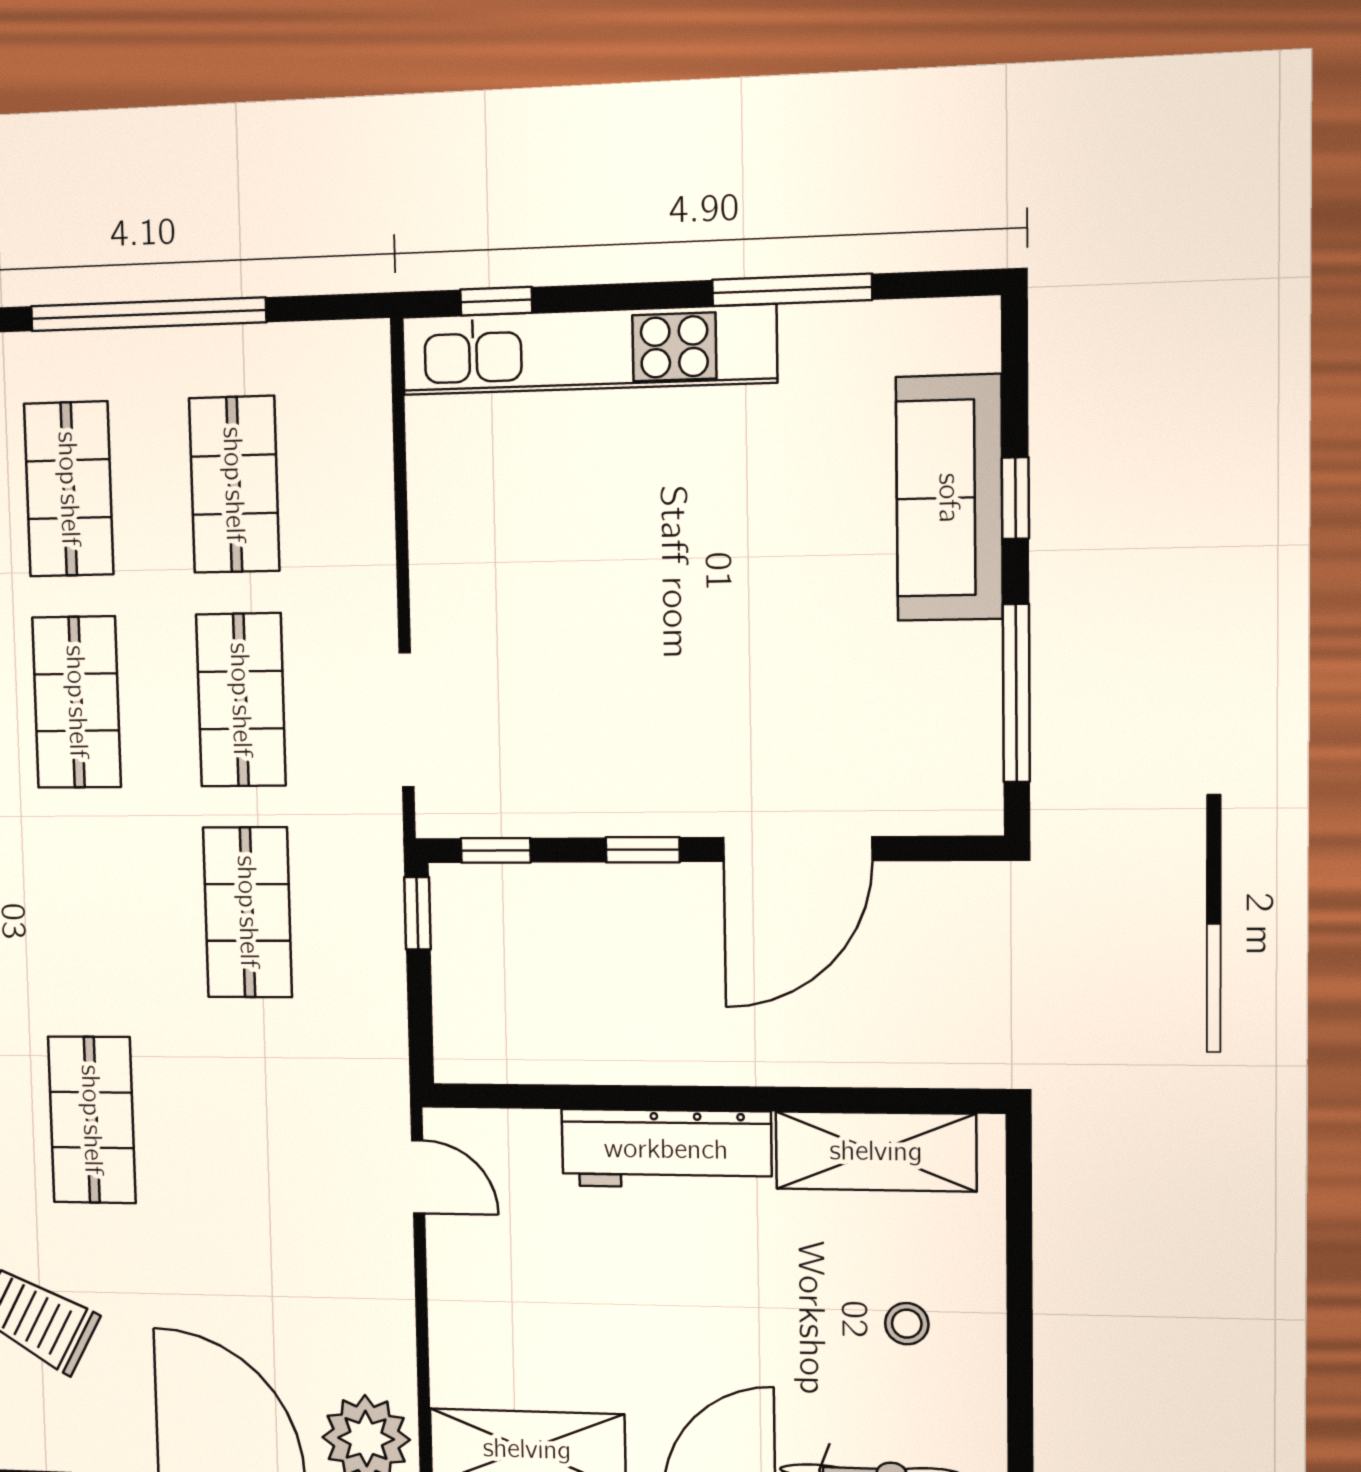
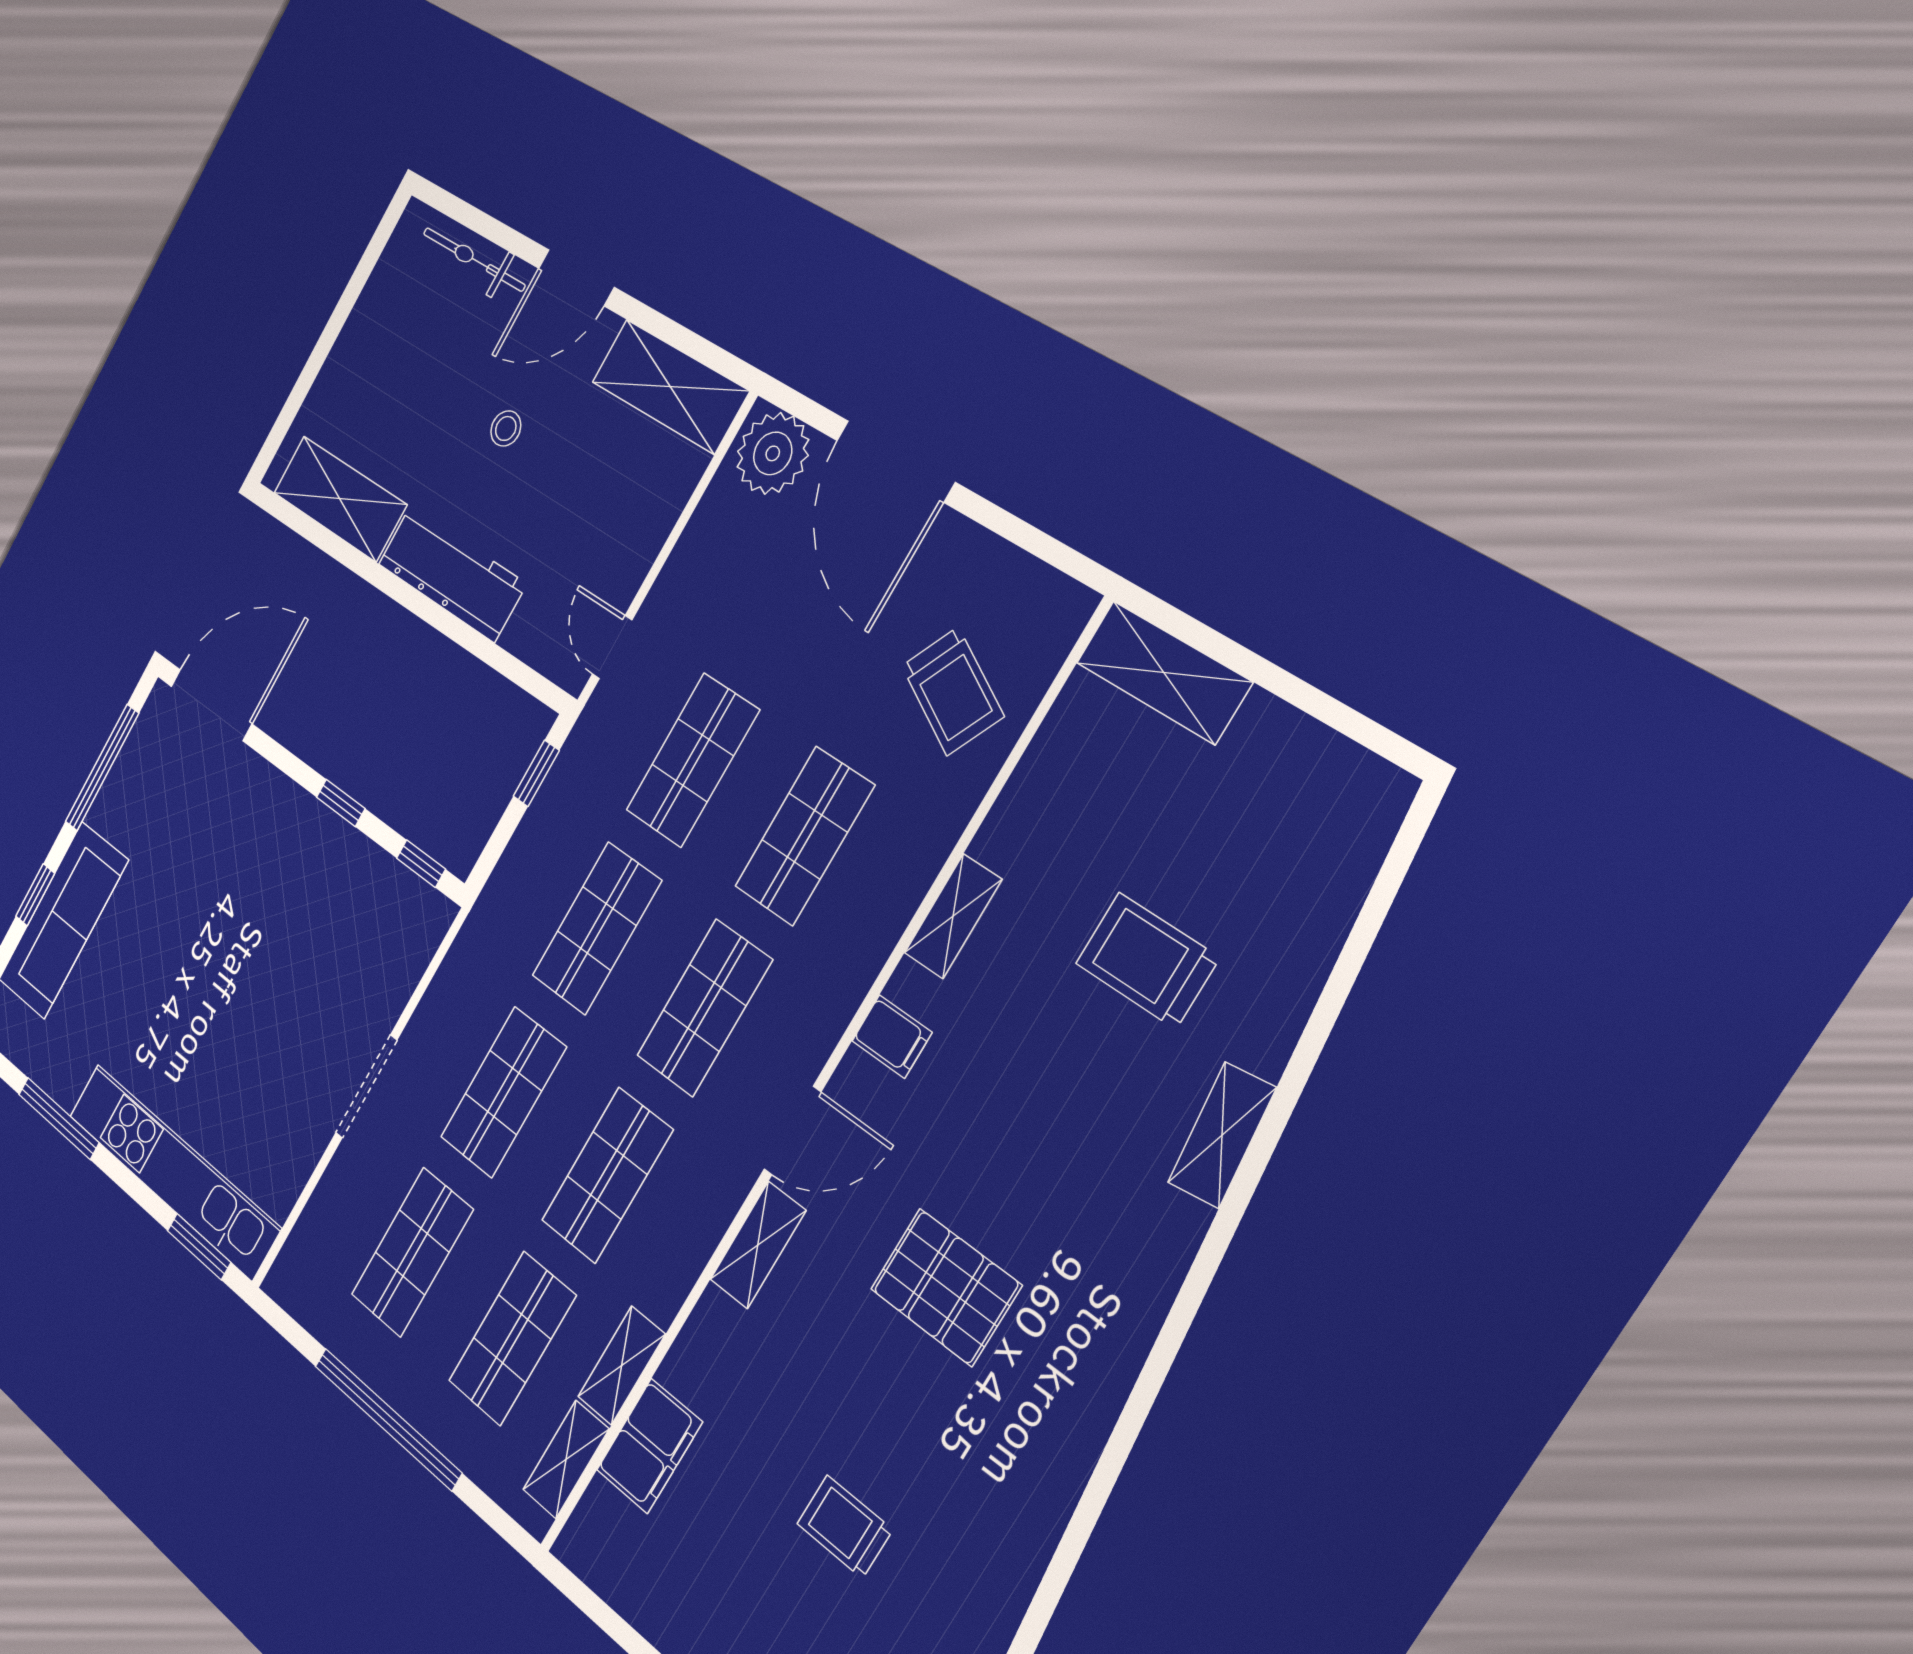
window: (496, 301) -> (199, 1246), width x1.50
doorway: (406, 720) -> (366, 1086), moved
door: (797, 849) -> (211, 705), moved
shop shelf: (84, 912) -> (704, 1008), added
window: (417, 913) -> (536, 773), moved
shop shelf: (254, 1122) -> (693, 760), added
stool: (907, 1324) -> (506, 428), moved

